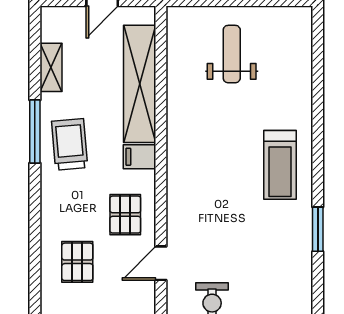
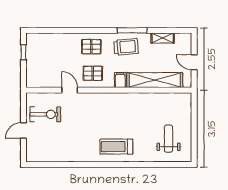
weight bench: (232, 54) -> (169, 139), moved, turned -90
window: (318, 229) -> (86, 164), removed
pallet: (77, 262) -> (91, 47), moved

